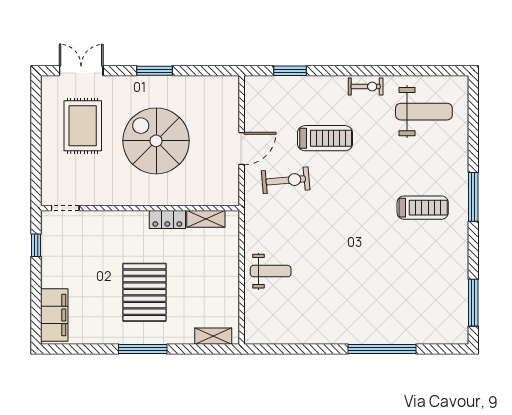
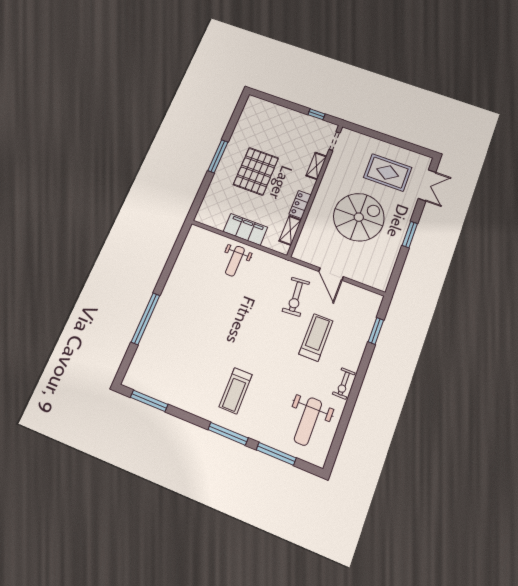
window: (473, 134) -> (276, 454), added
treadmill: (325, 138) -> (316, 337), turned 180
pallet: (145, 292) -> (256, 171), turned 90
filing cabinet: (54, 315) -> (245, 229), moved, turned 180
shelving: (213, 336) -> (316, 166), moved

